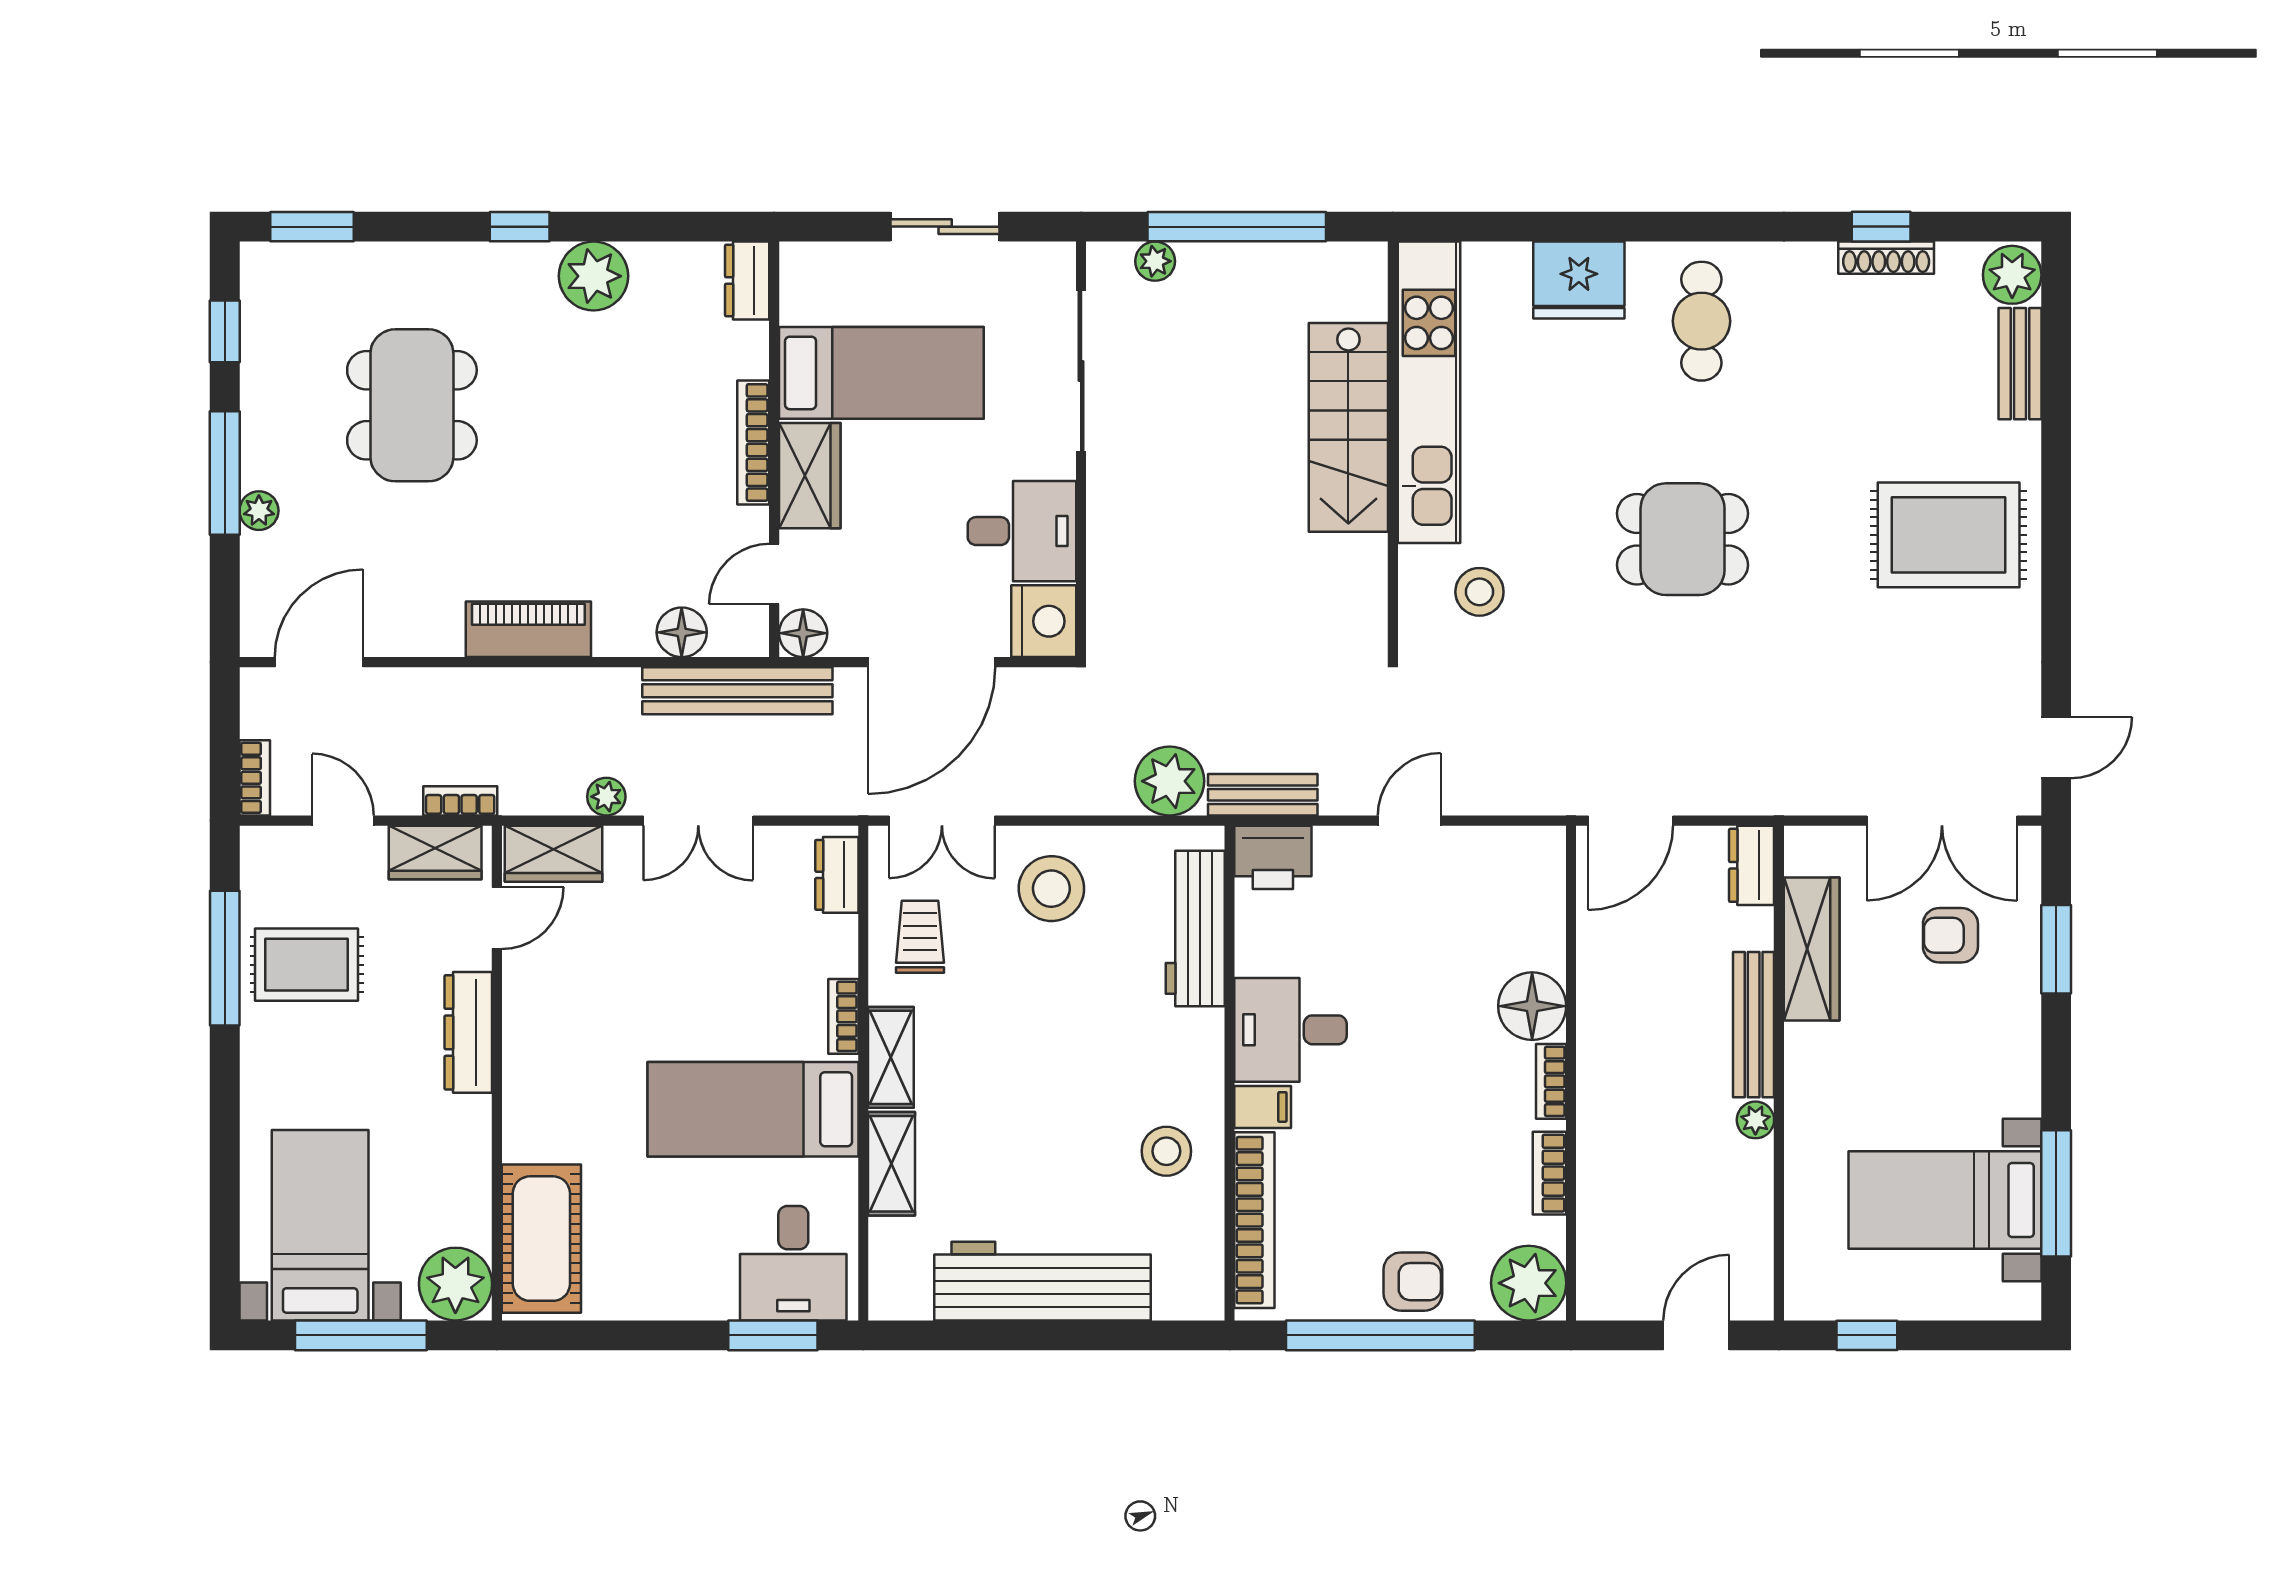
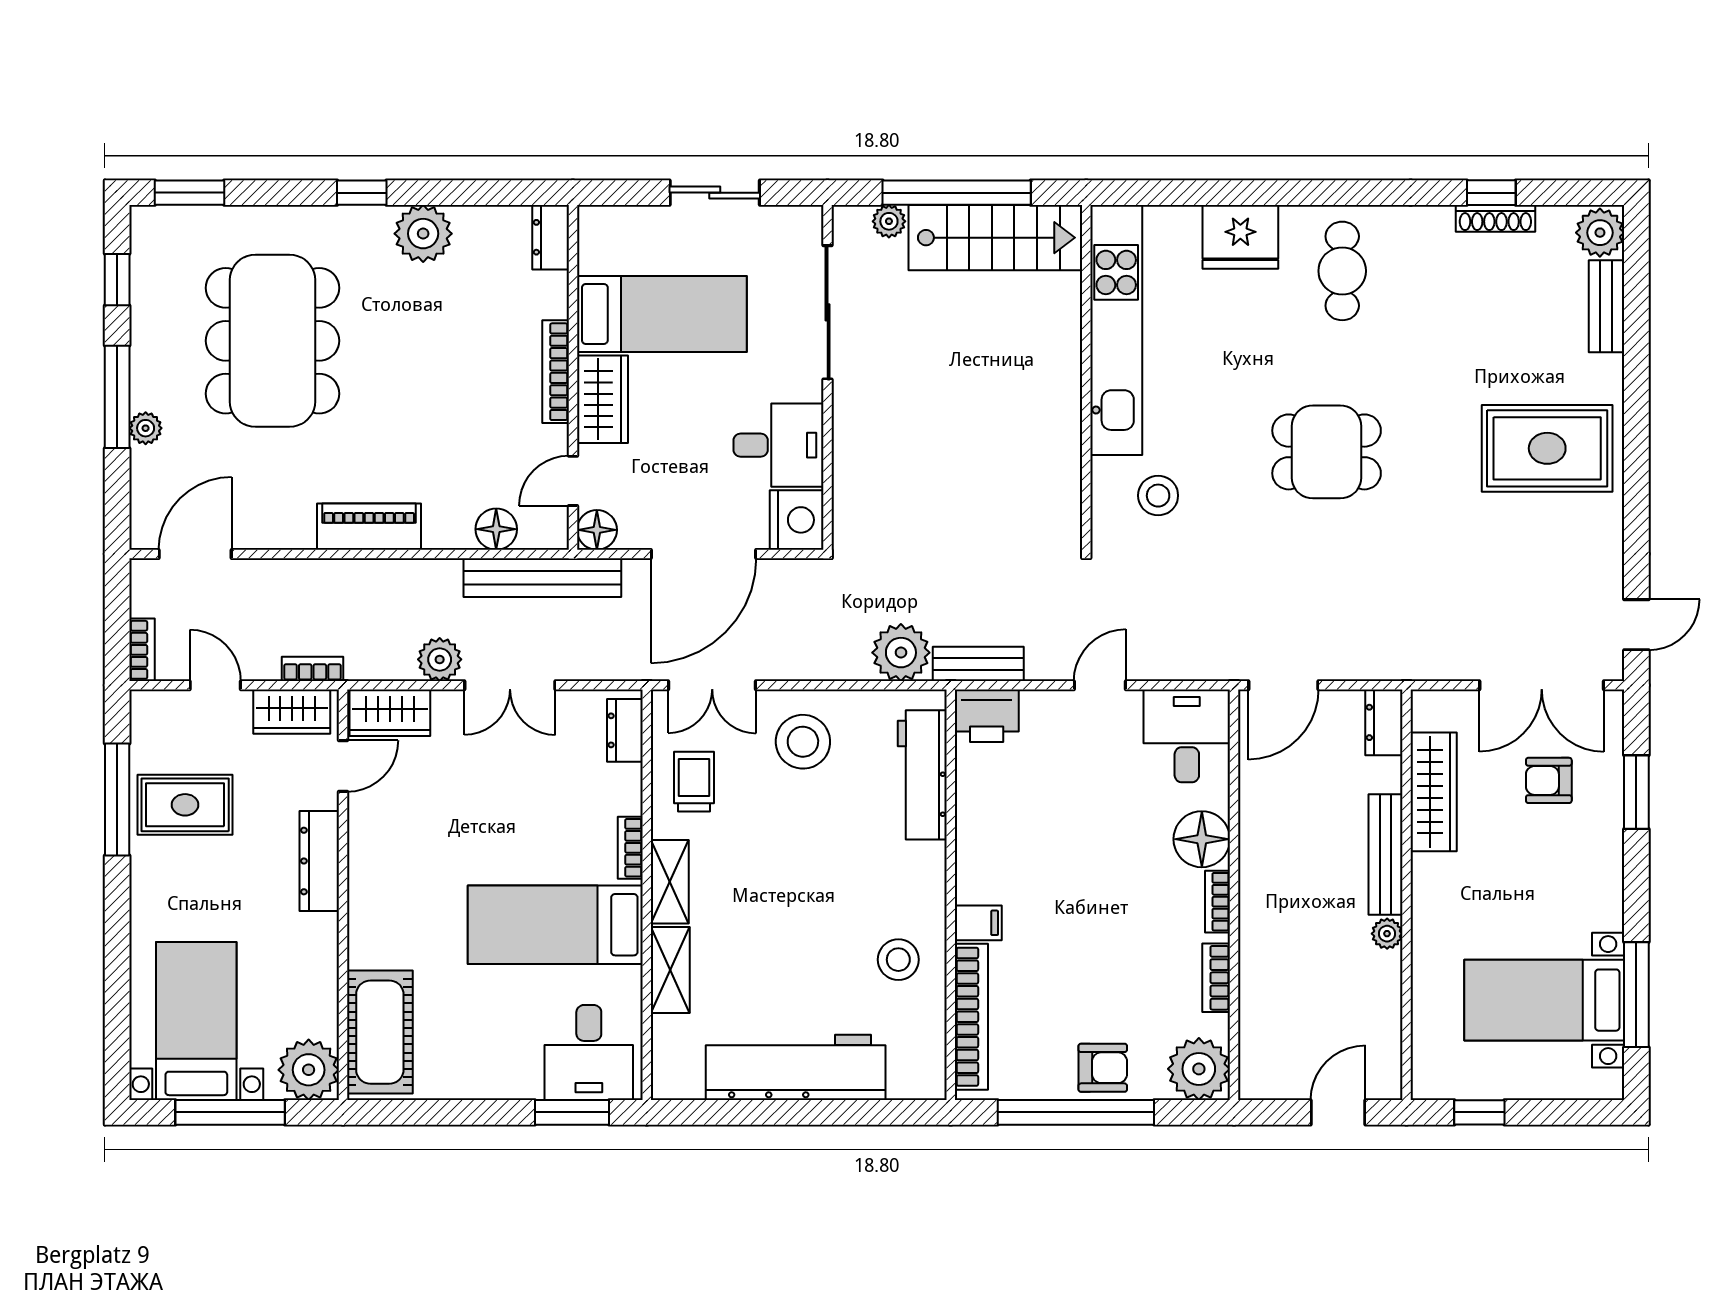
dining table: (412, 405) -> (272, 341), width x1.36, depth x1.24
stairs: (1348, 427) -> (995, 238), moved, turned -90
plant: (606, 797) -> (440, 659), width x1.38, depth x1.38
desk: (1291, 1030) -> (1187, 736), moved, turned 90

